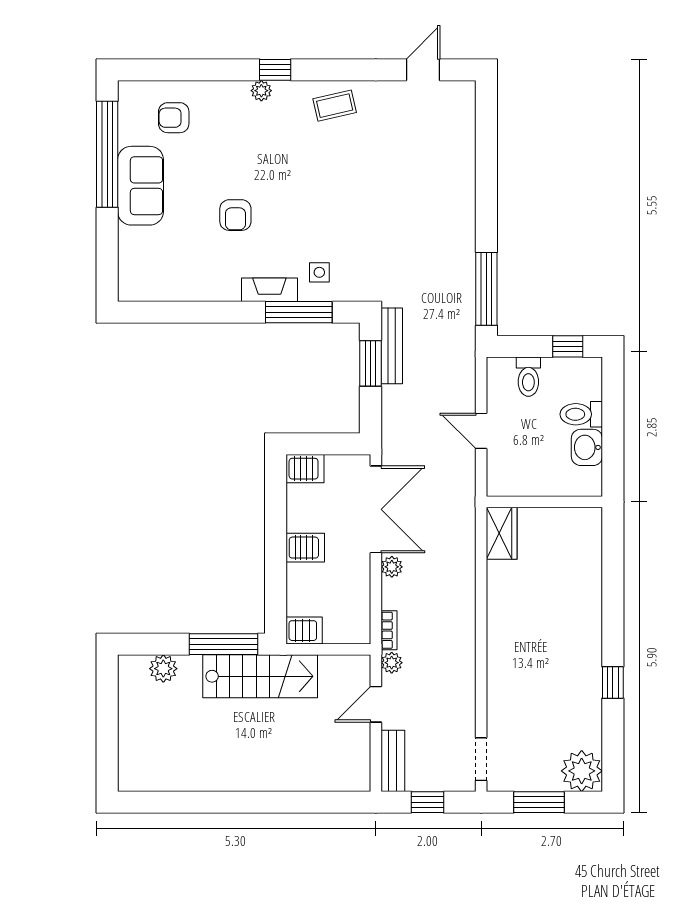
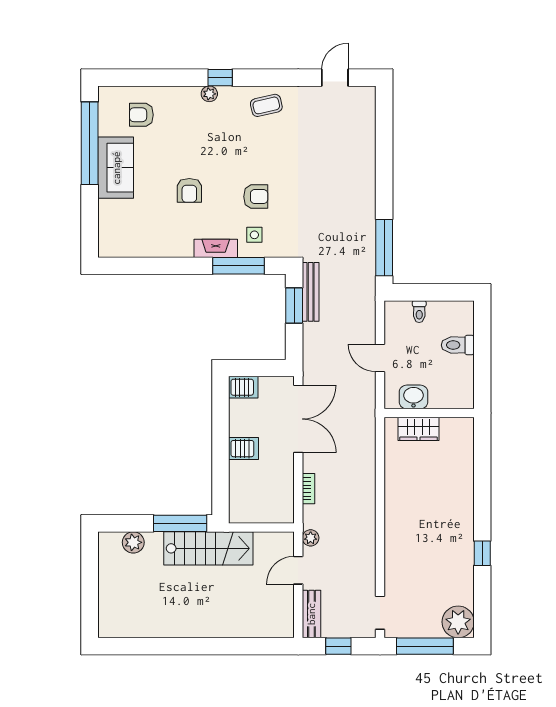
armchair: (321, 223) -> (256, 197), added
window: (568, 346) -> (447, 292), removed
toilet: (528, 377) -> (419, 312), width x0.73, depth x0.72
washbasin: (587, 447) -> (414, 397), moved, turned 90
wardrobe: (502, 533) -> (419, 429), moved, turned 90
plant: (392, 567) -> (311, 463), removed
bookcase: (389, 630) -> (308, 489), moved
server rack: (304, 631) -> (243, 513), removed
window: (539, 802) -> (425, 646), width x1.44

